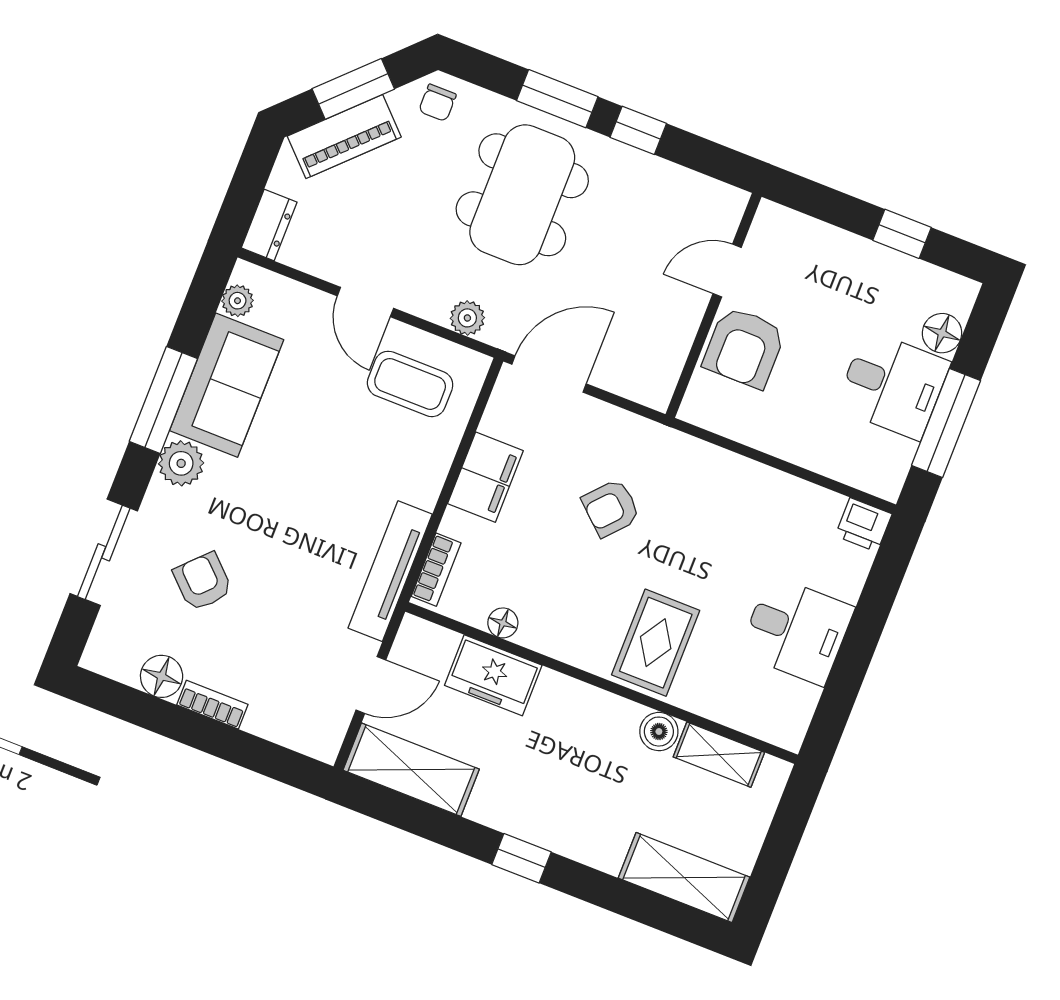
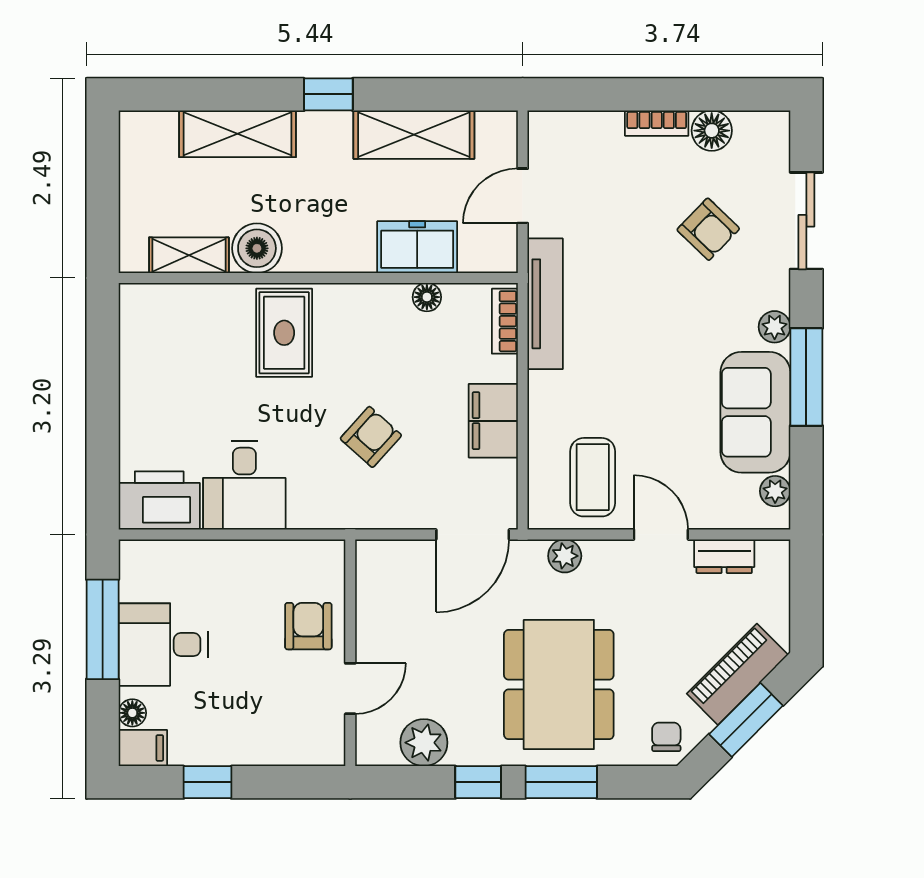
plant: (676, 190) -> (424, 743), added
dresser: (269, 225) -> (724, 556), moved, turned -90
filing cabinet: (952, 292) -> (143, 748), added
floor lamp: (942, 333) -> (132, 713), width x0.73, depth x0.73
armchair: (744, 347) -> (308, 626), width x0.72, depth x0.72
coffee table: (410, 384) -> (593, 477), turned 90
plant: (181, 463) -> (775, 327), width x0.73, depth x0.73
printer: (864, 525) -> (159, 500), width x1.87, depth x1.48
desk: (797, 630) -> (244, 485), moved, turned -90
boiler: (659, 732) -> (257, 248), width x1.36, depth x1.36
shelving: (411, 770) -> (414, 135), moved
shelving: (684, 878) -> (238, 134), moved

